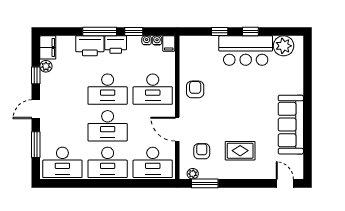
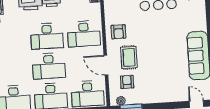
armchair: (195, 89) -> (118, 32), turned 180
rug: (240, 151) -> (129, 57), moved, turned 90

